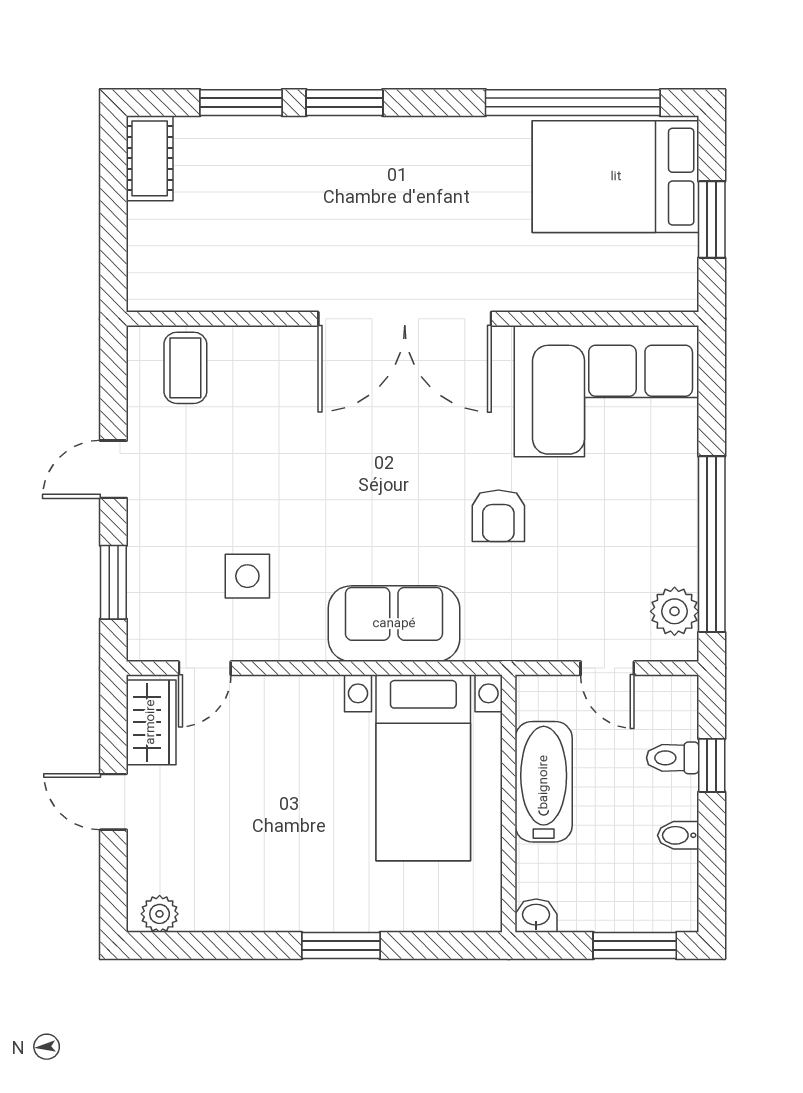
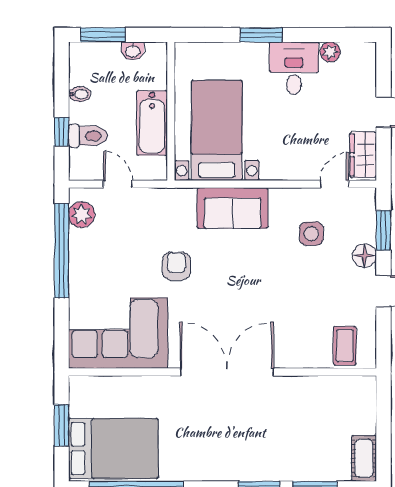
floor lamp: (149, 535) -> (364, 256), added
toilet: (673, 758) -> (88, 136), width x1.37, depth x1.39
desk: (280, 883) -> (294, 68), added
plant: (160, 914) -> (330, 52), moved
washbasin: (536, 916) -> (133, 51), moved

